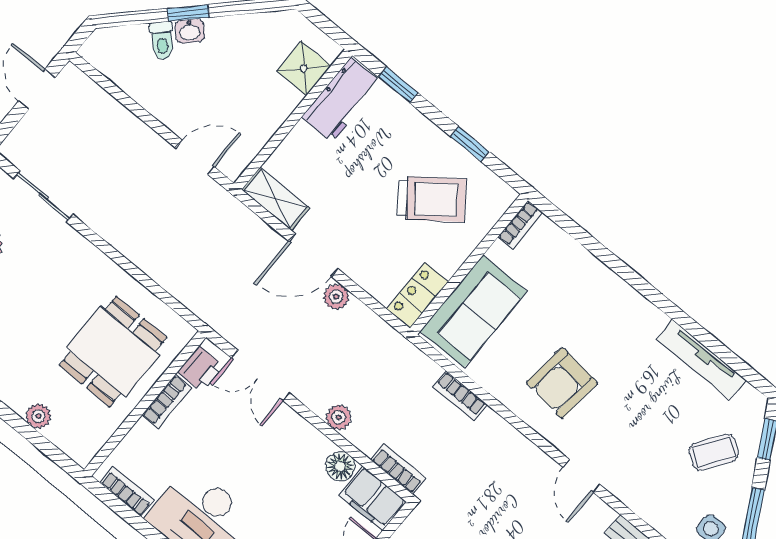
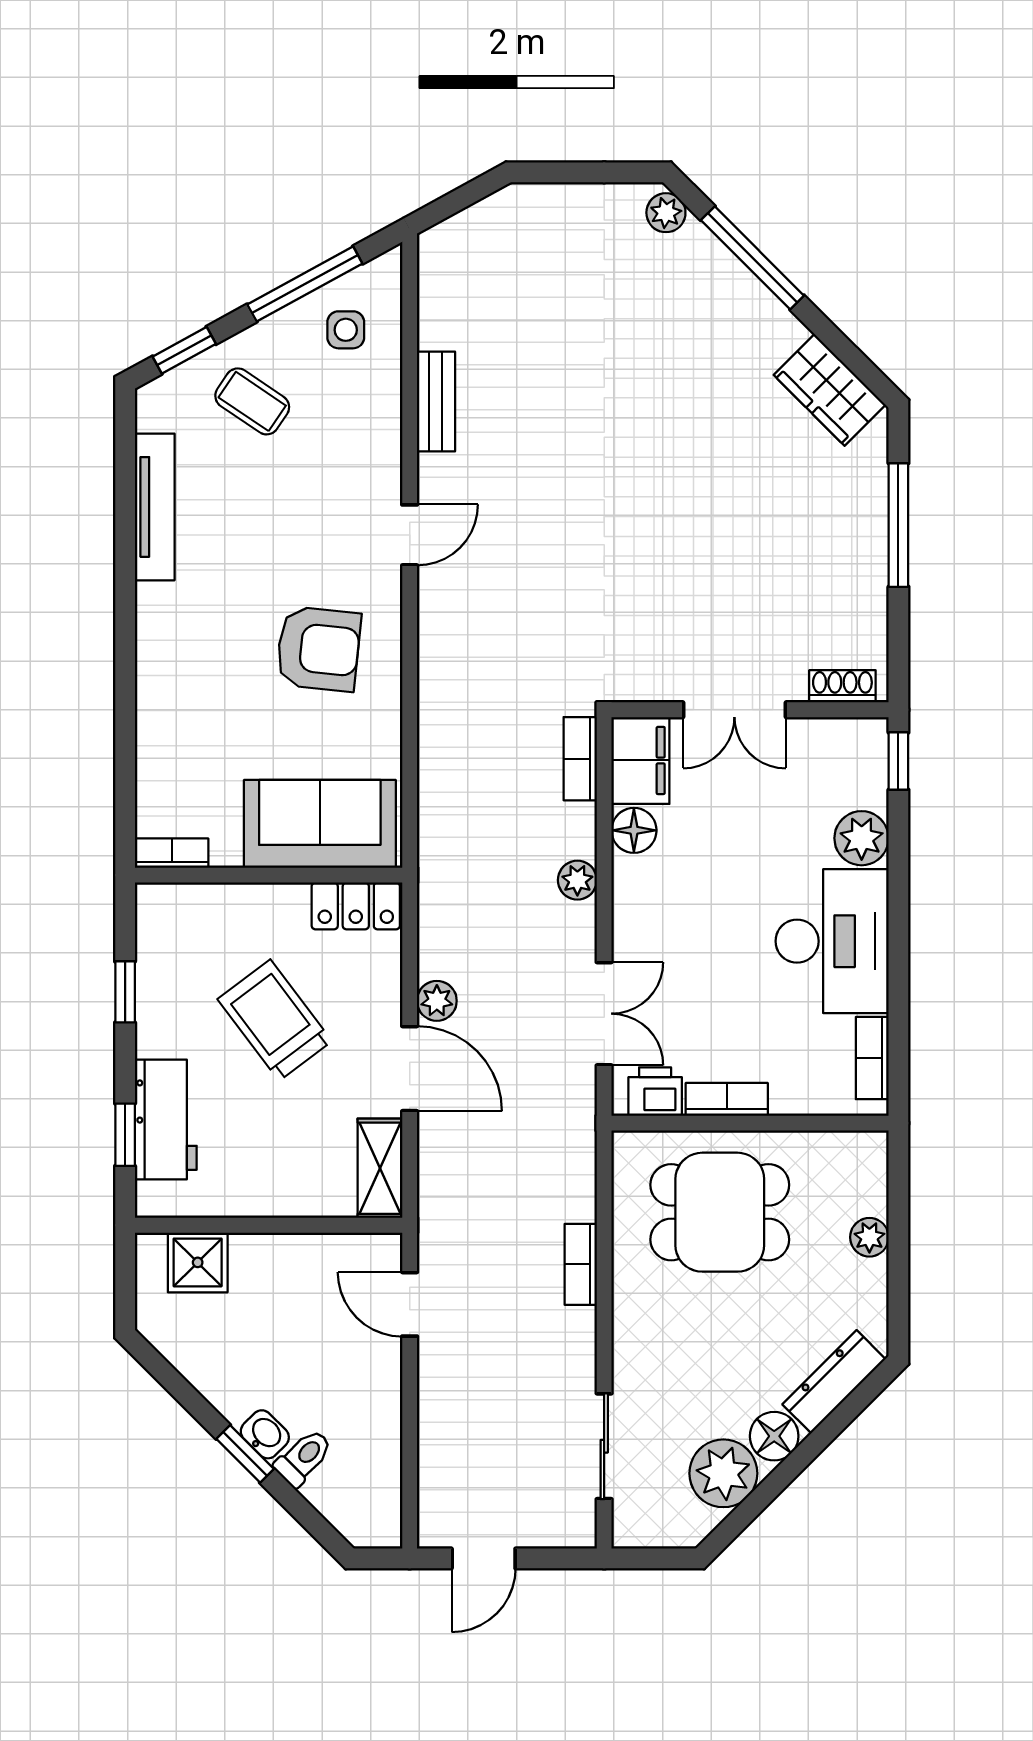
workbench: (342, 100) -> (166, 1119), moved, turned 90
trolley: (431, 199) -> (275, 1020), moved
bookcase: (460, 396) -> (581, 1264), moved, turned 180

